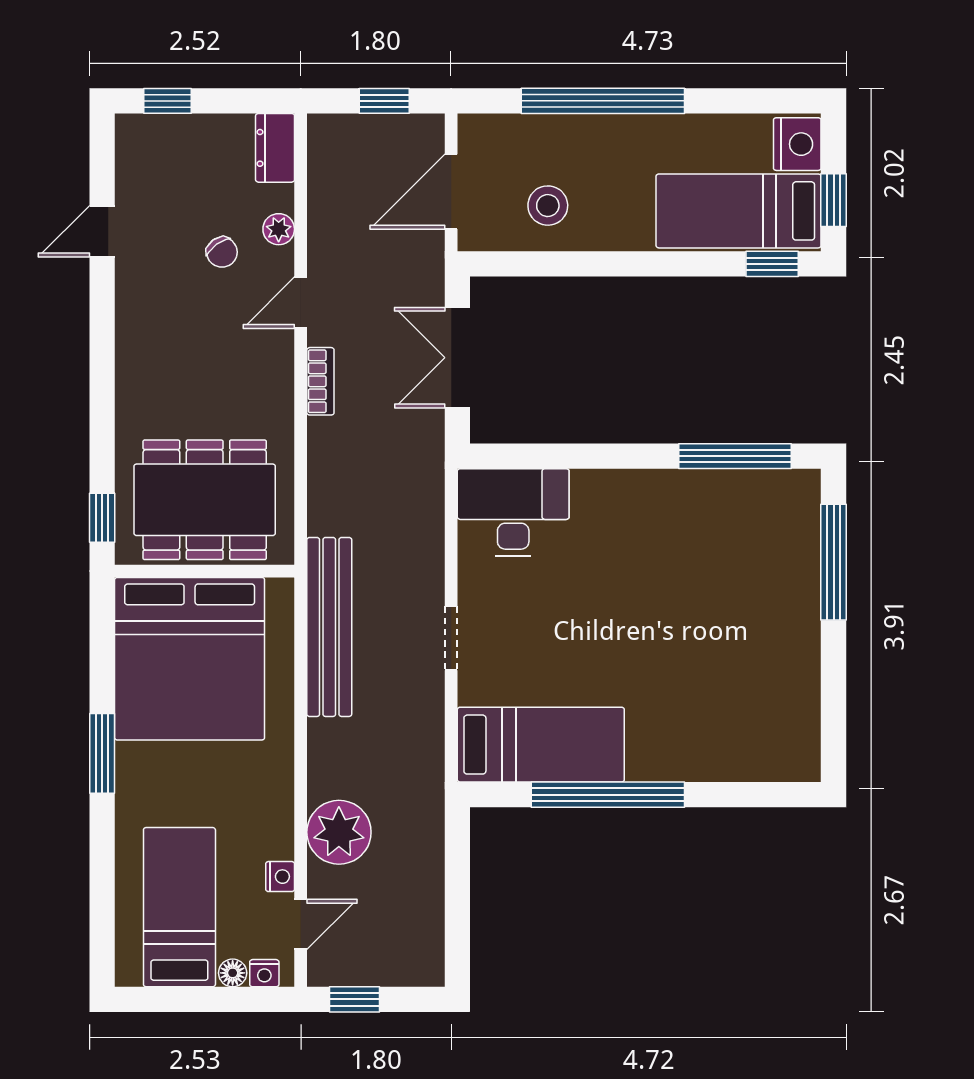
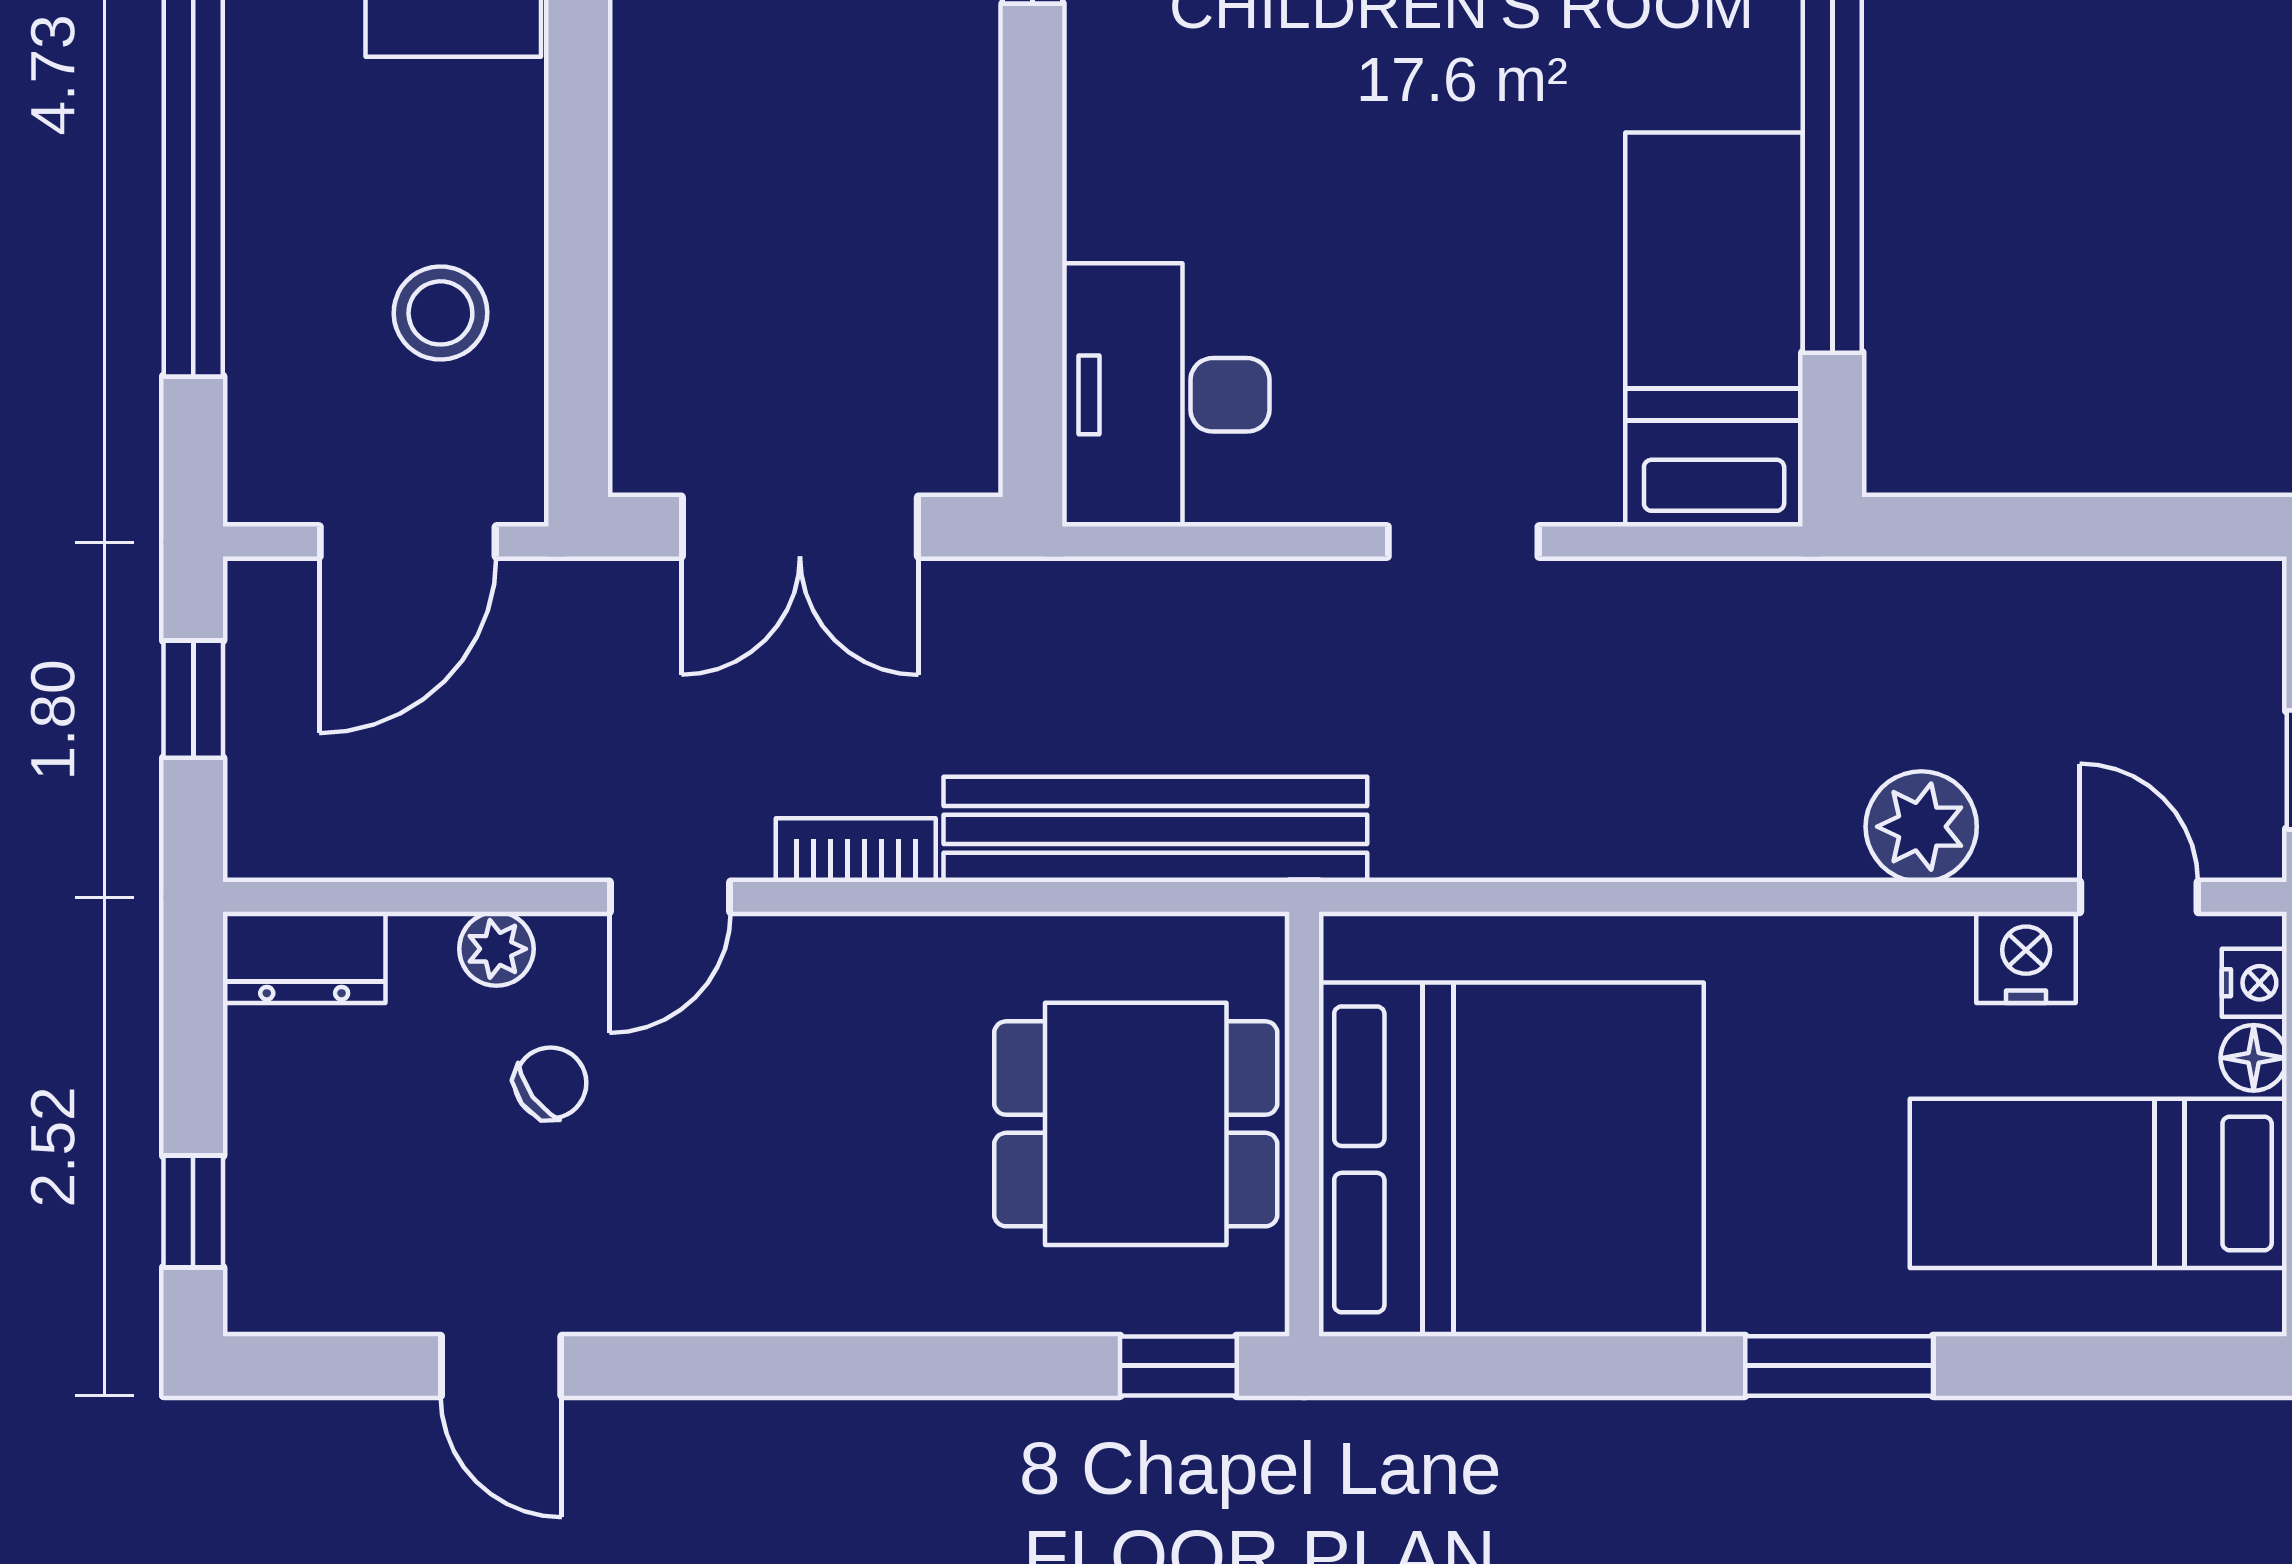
door: (451, 192) -> (408, 541), hinge flipped
door: (301, 303) -> (670, 897), hinge flipped
dining table: (205, 500) -> (1136, 1124), width x0.73
bench: (329, 627) -> (1155, 829), moved
window: (102, 753) -> (1839, 1366), moved
plant: (339, 832) -> (1921, 827), width x0.73, depth x0.73
nightstand: (280, 877) -> (2026, 957), width x1.39, depth x1.35

